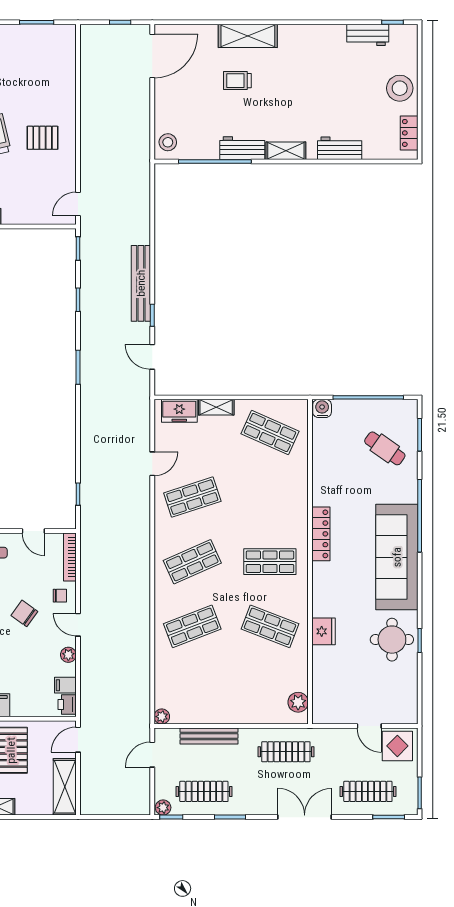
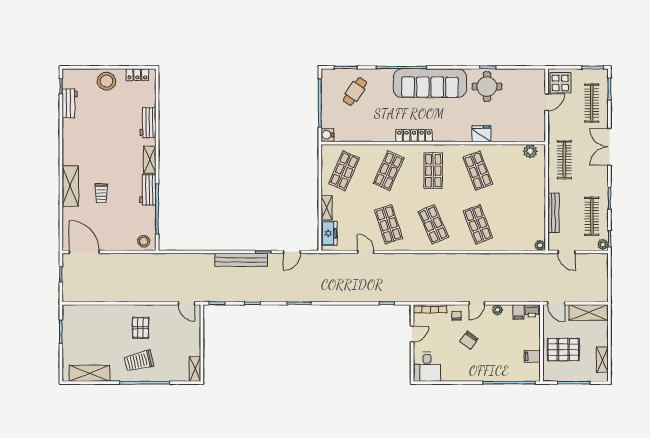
shop shelf: (270, 497) -> (389, 171), added
shop shelf: (270, 626) -> (478, 171), turned -42

